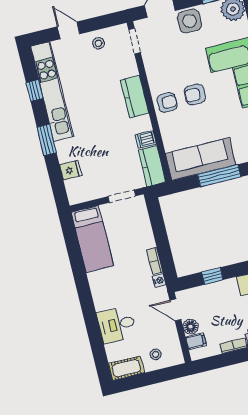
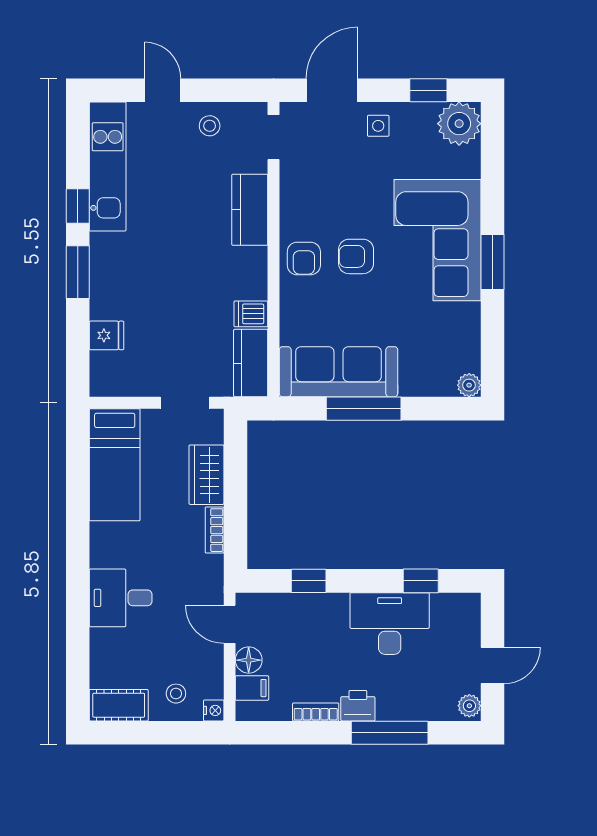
side table: (190, 21) -> (378, 126), width x0.54, depth x0.54
window: (35, 90) -> (78, 206), moved
kitchen unit: (52, 92) -> (108, 167), width x0.73
kitchen counter: (135, 96) -> (250, 210), moved
armchair: (167, 103) -> (304, 259), turned 90
wardrobe: (143, 232) -> (206, 475), added
nightstand: (159, 281) -> (214, 710), moved
desk: (117, 325) -> (121, 598), moved

